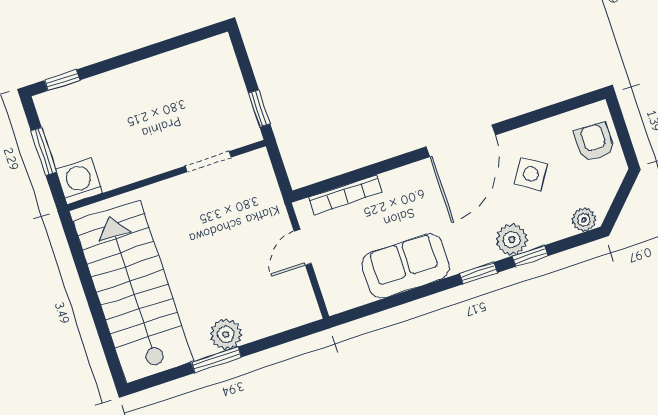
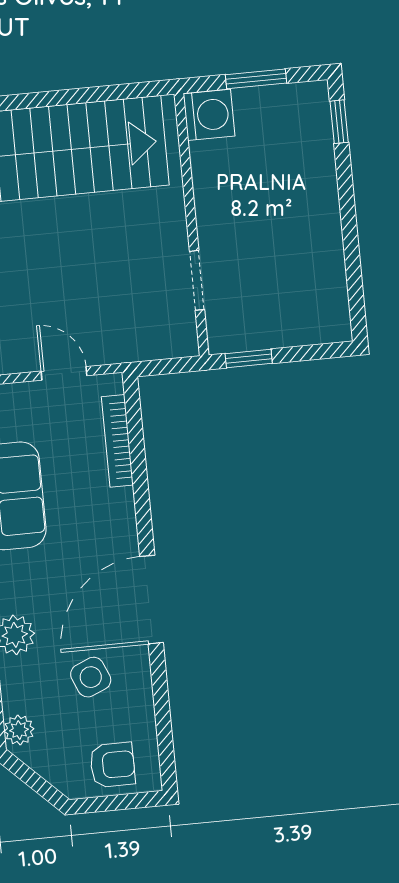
door: (461, 141) -> (151, 600), hinge flipped
side table: (531, 174) -> (91, 677), turned 33

